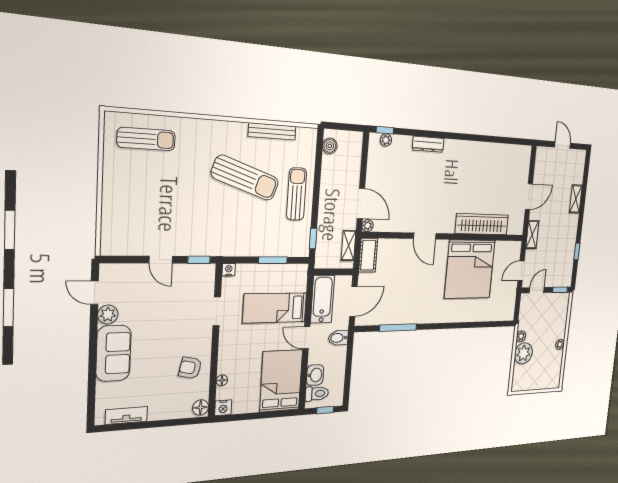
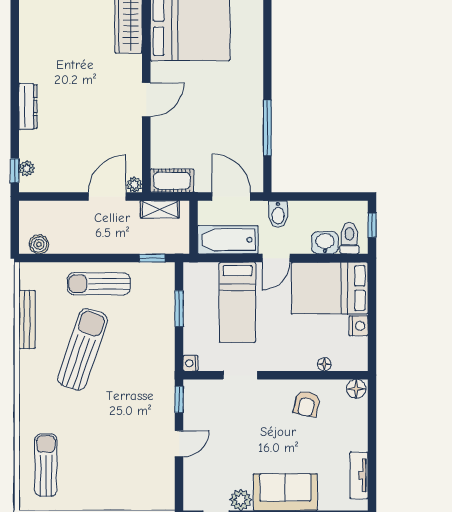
nightstand: (223, 408) -> (359, 326), moved

